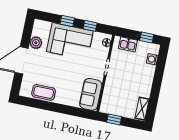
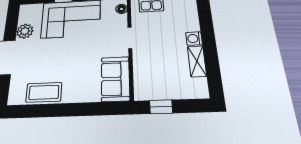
washing machine: (152, 59) -> (194, 39), moved
shelving: (142, 109) -> (197, 61), moved

